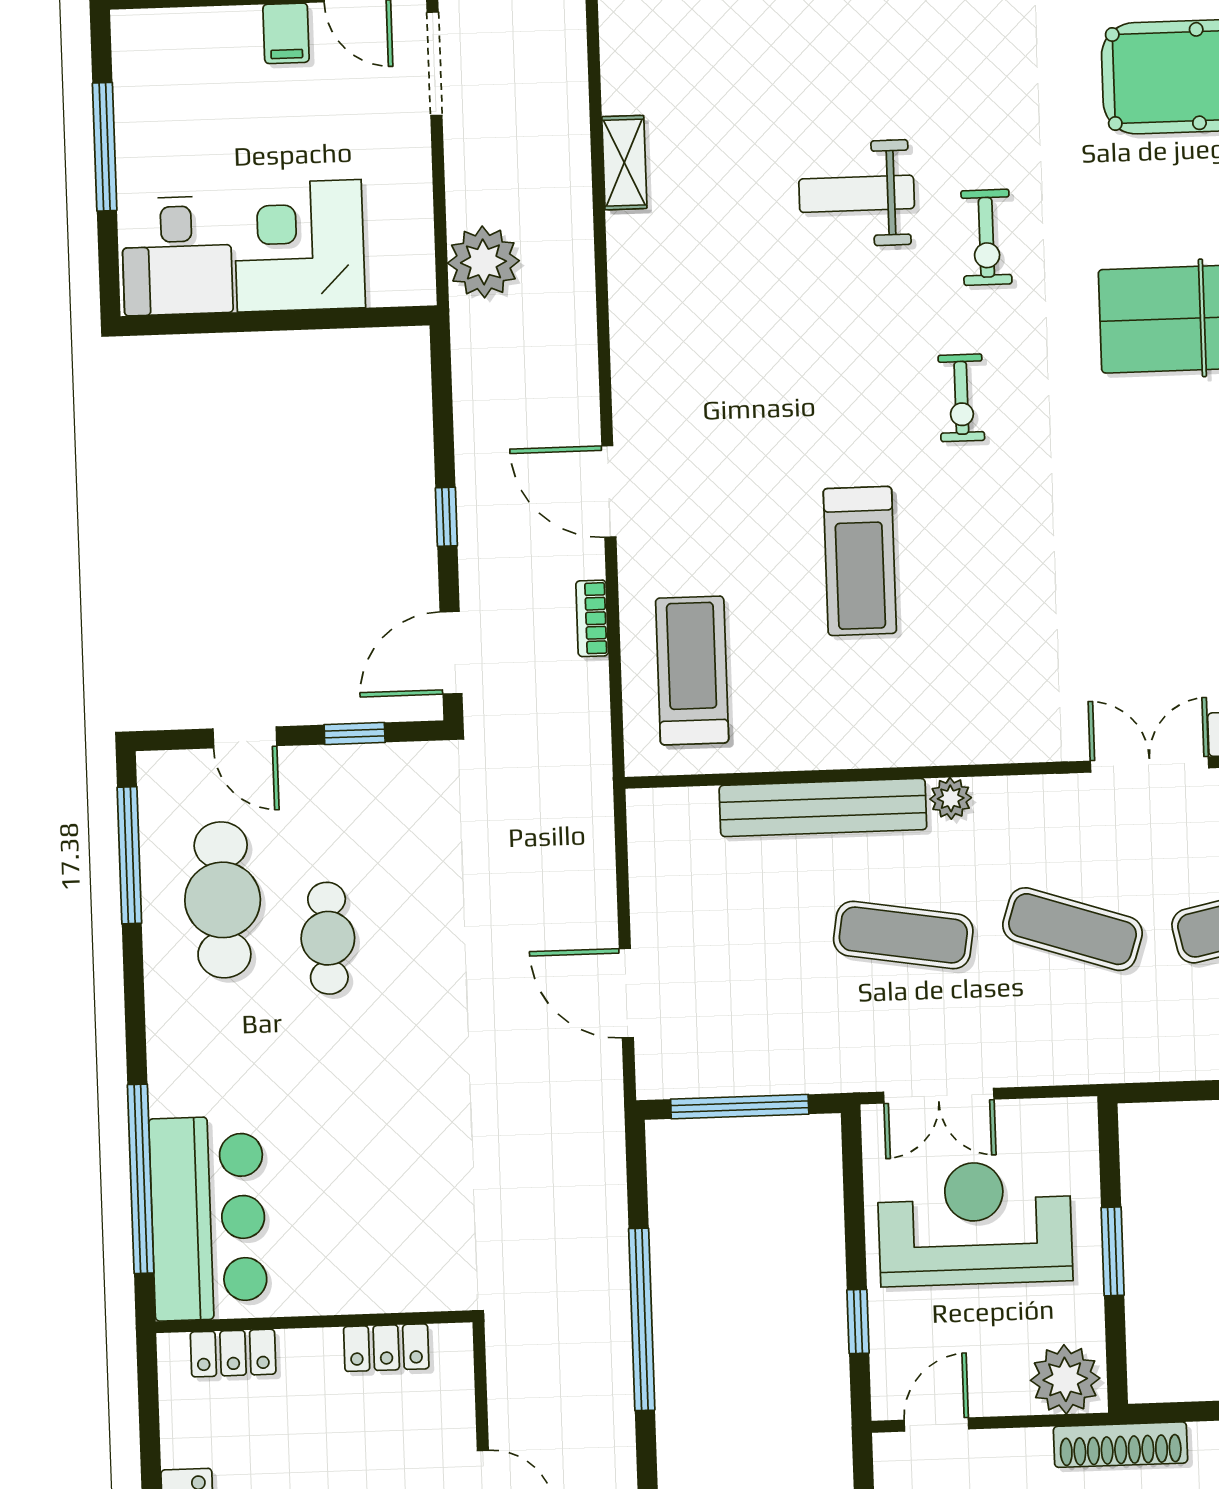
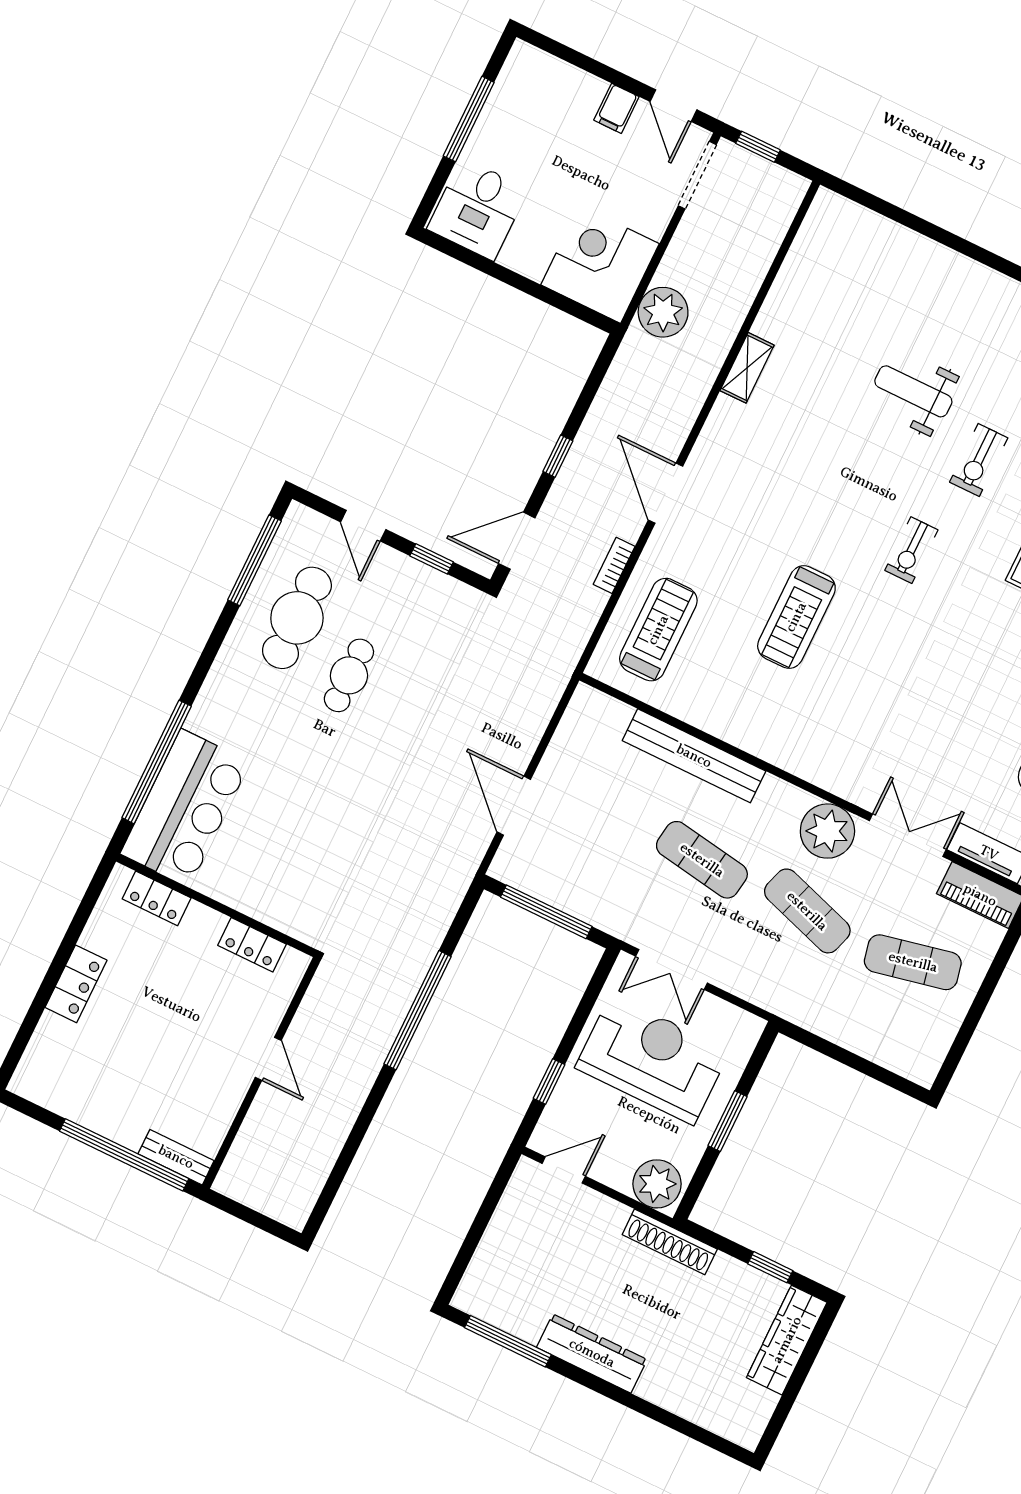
shelving: (624, 163) -> (747, 368), moved
corner desk: (299, 246) -> (600, 264), moved
plant: (951, 798) -> (827, 831), moved, width x1.87, depth x1.87

